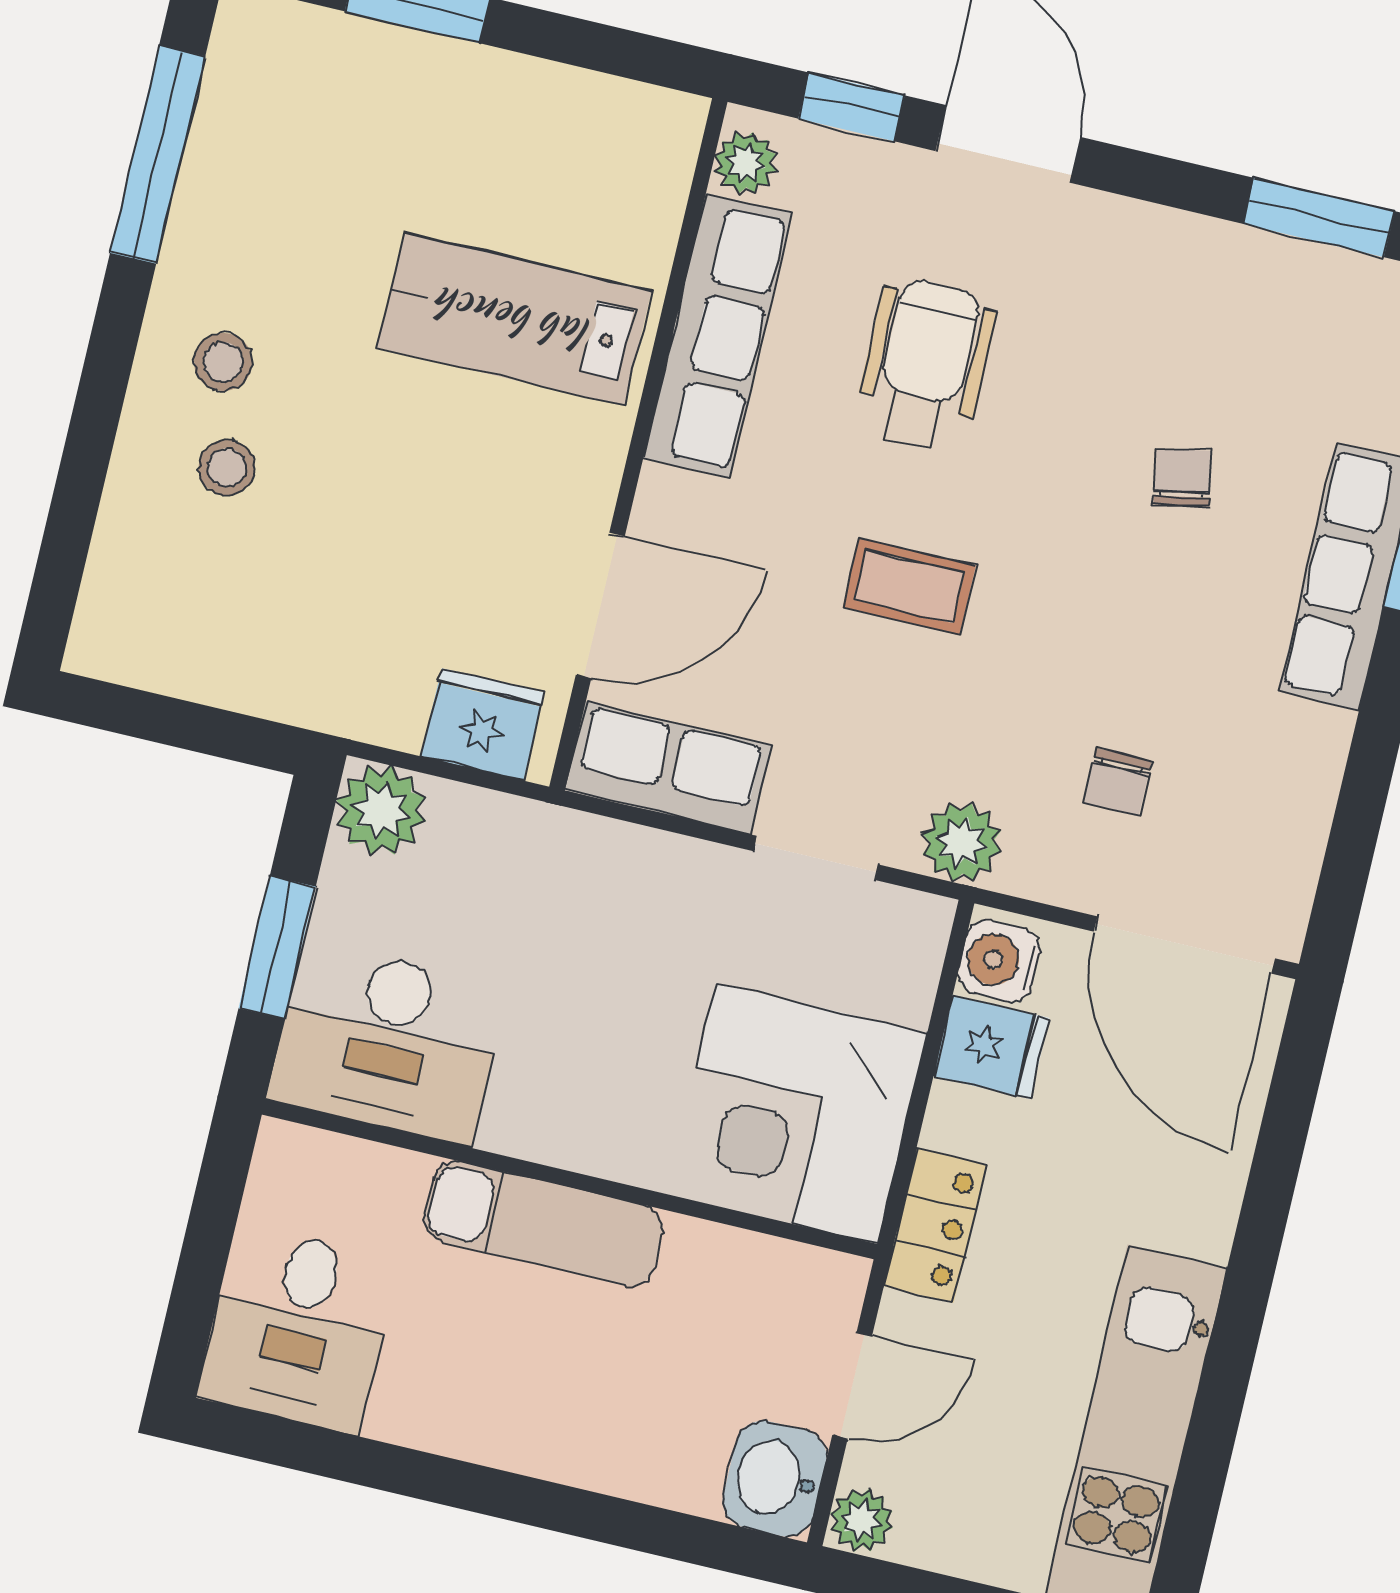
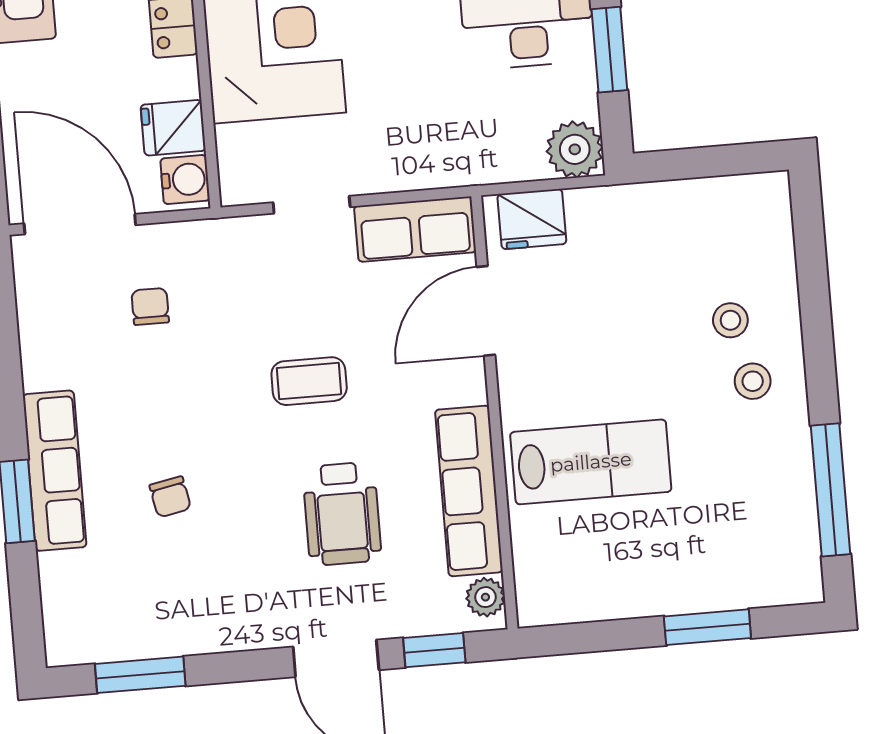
plant: (962, 842) -> (230, 242), removed

